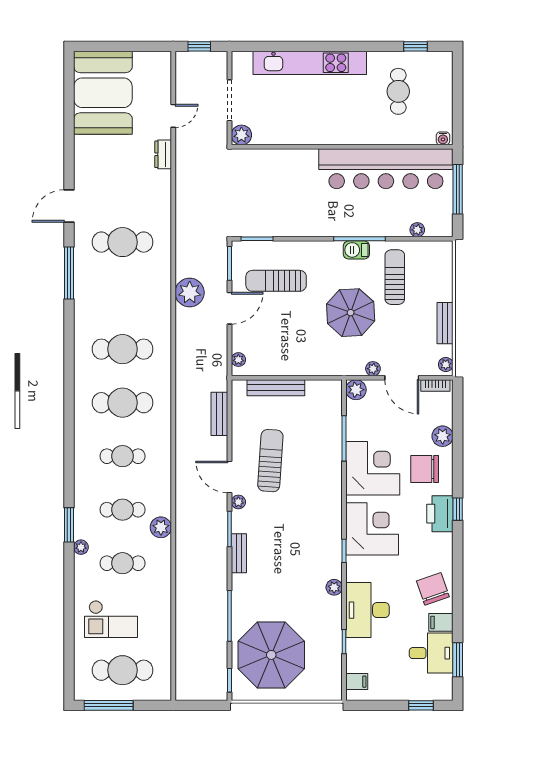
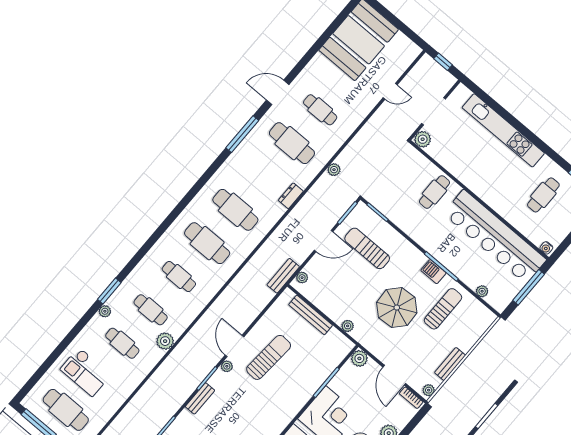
dresser: (163, 154) -> (291, 196), moved
cafe table: (294, 175) -> (434, 192), added
cafe table: (123, 189) -> (320, 110), added
plant: (190, 293) -> (334, 170), moved, width x0.53, depth x0.53
plant: (373, 369) -> (348, 326), moved
bench: (219, 414) -> (283, 276), moved

